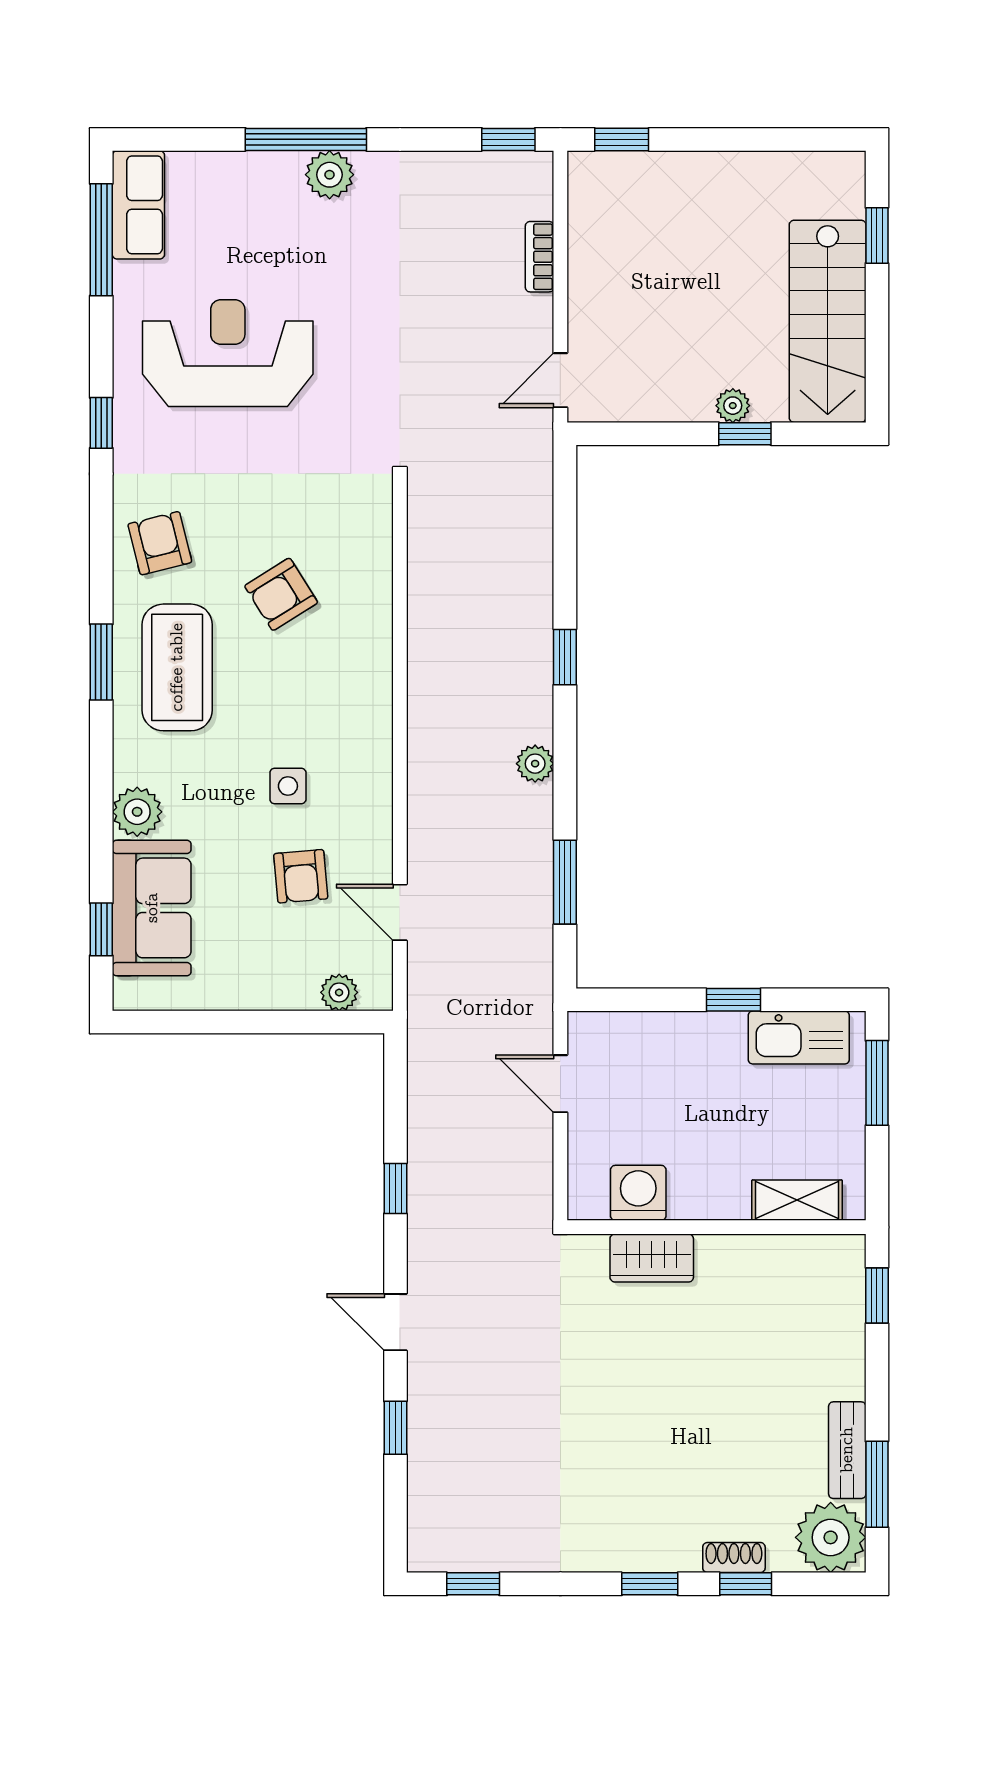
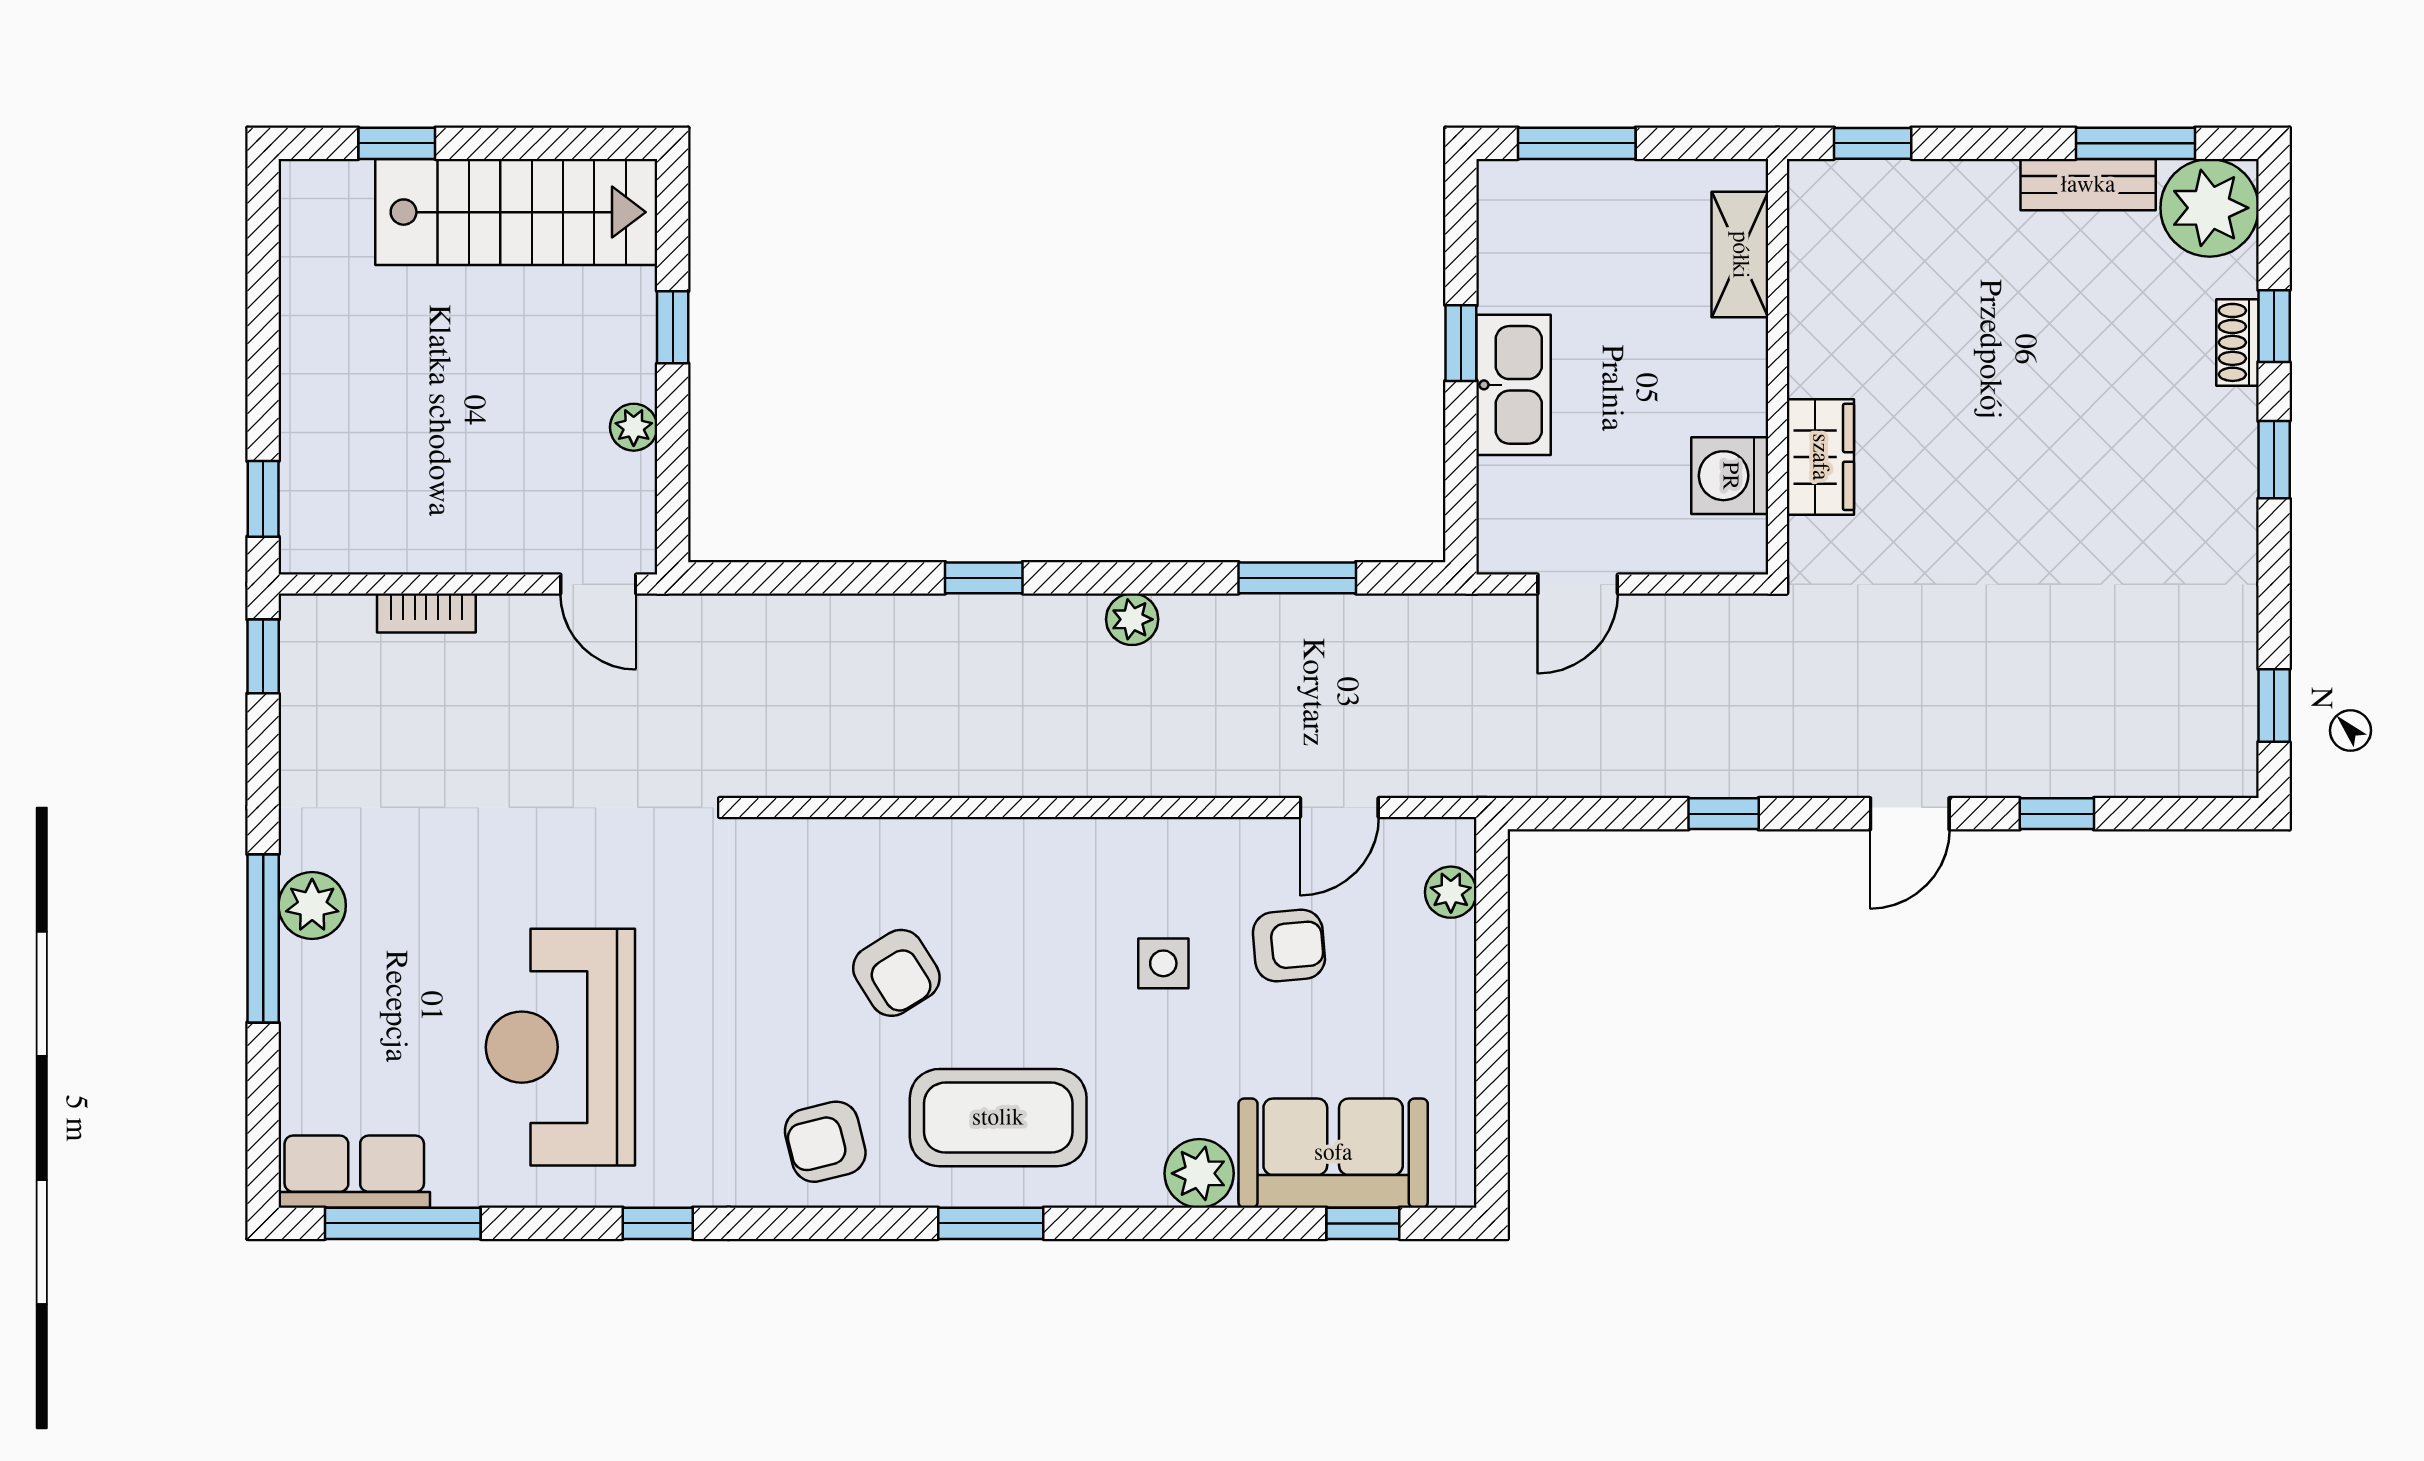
plant: (733, 406) -> (634, 427), moved
kitchen sink: (799, 1038) -> (1514, 385), moved

